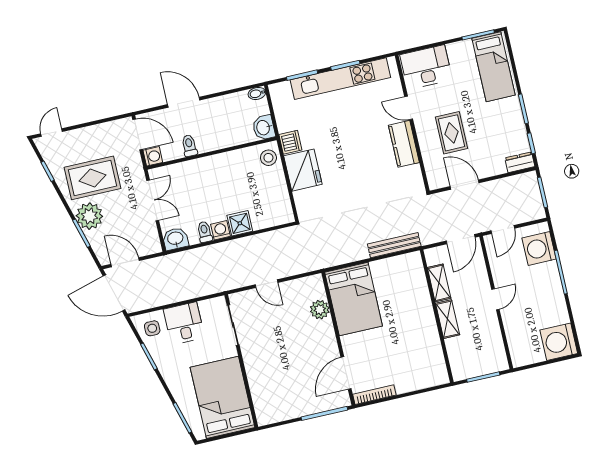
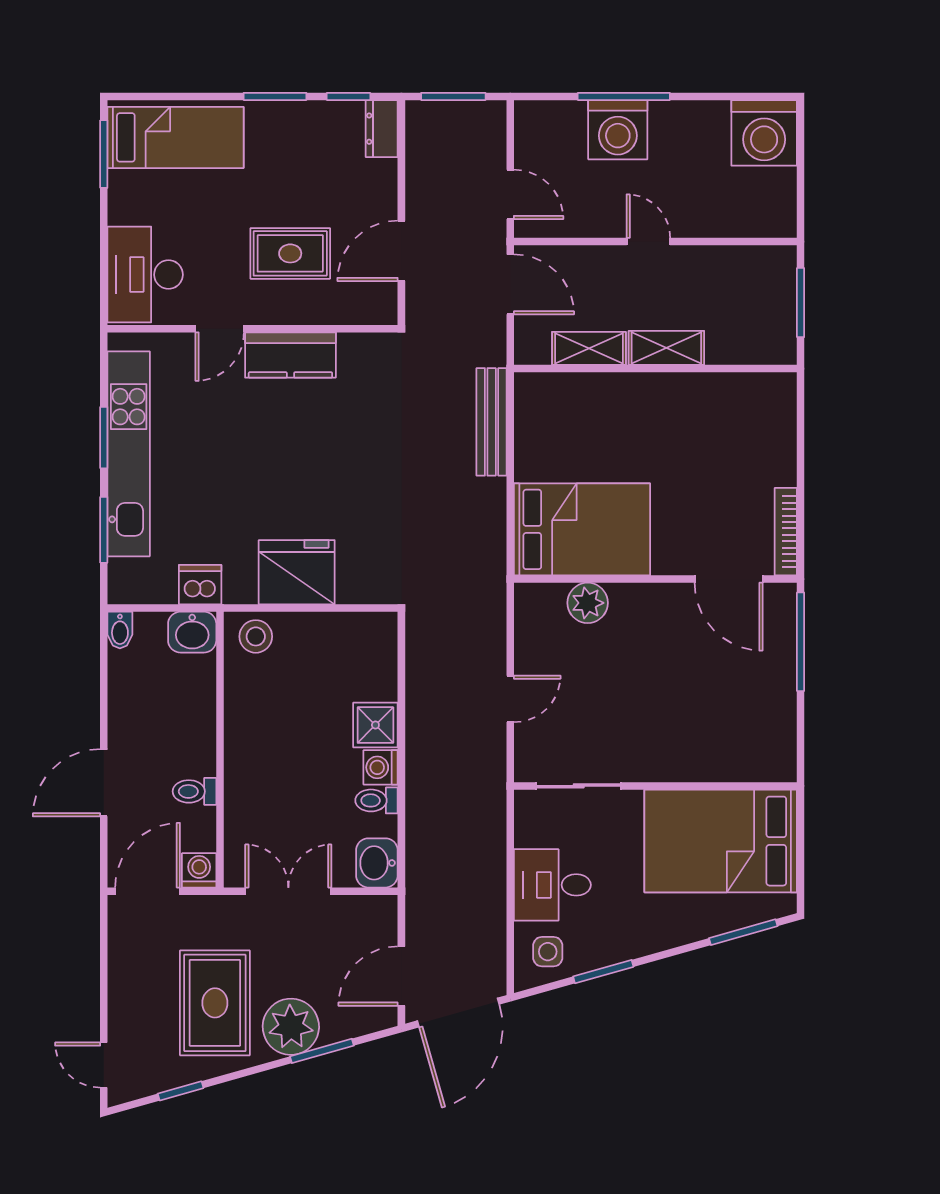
dishwasher: (290, 142) -> (200, 585), moved
washing machine: (539, 248) -> (618, 130), moved

